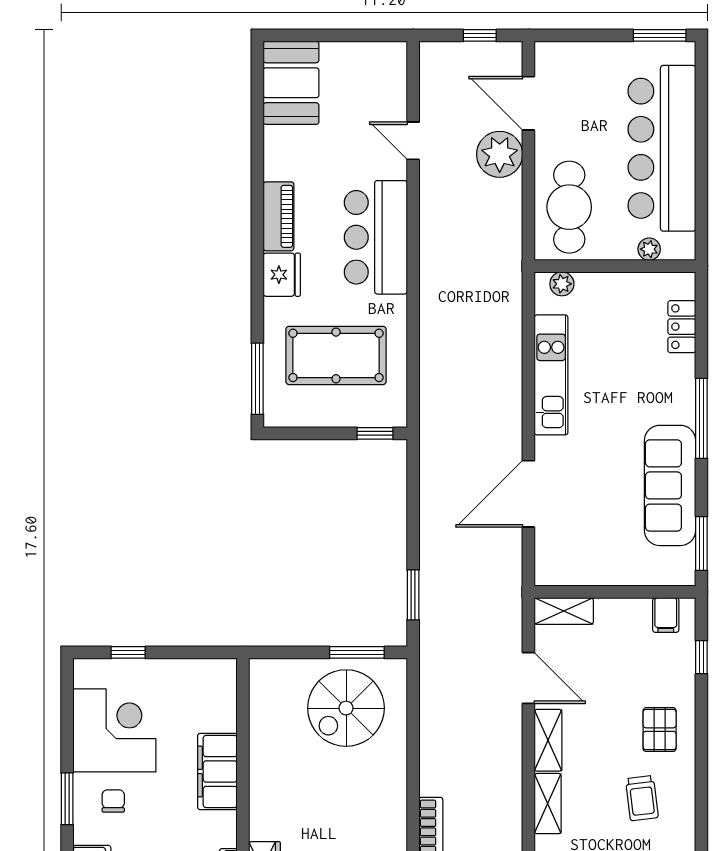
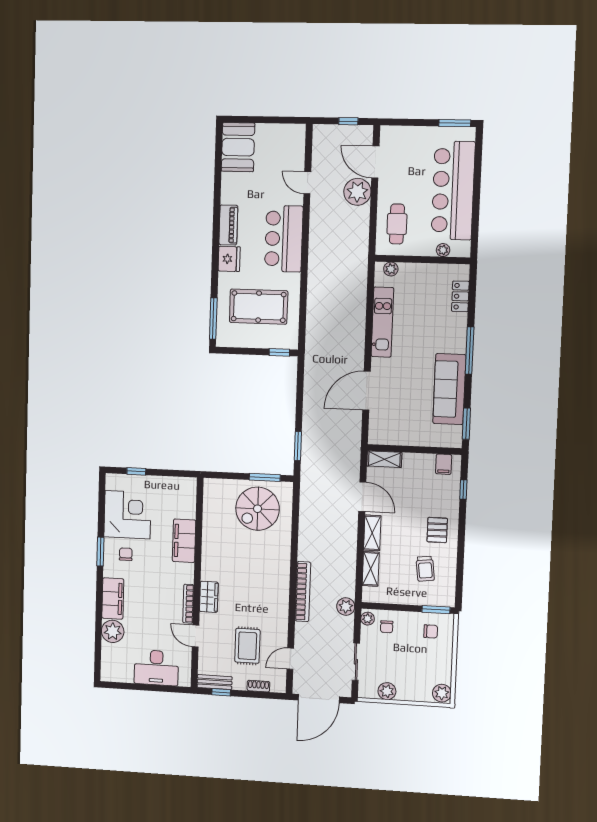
cafe table: (569, 207) -> (397, 224), width x0.73, depth x0.74

